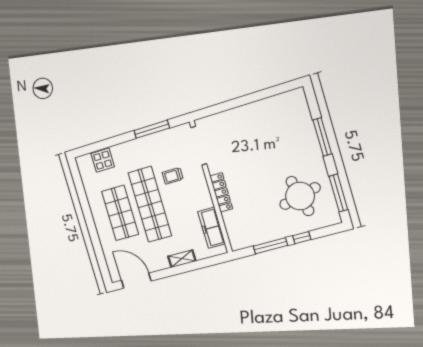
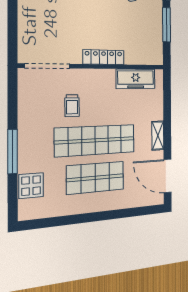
window: (152, 129) -> (13, 152), moved
shelving: (182, 259) -> (158, 136), moved
door: (136, 281) -> (168, 176), hinge flipped

